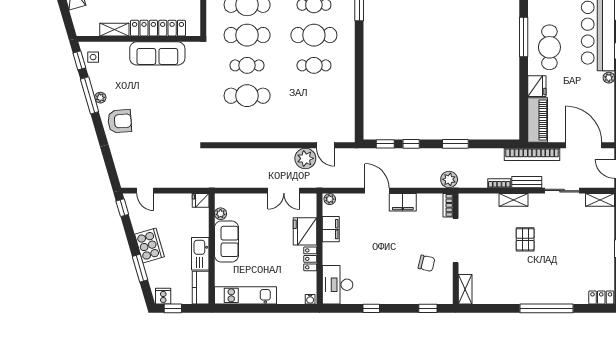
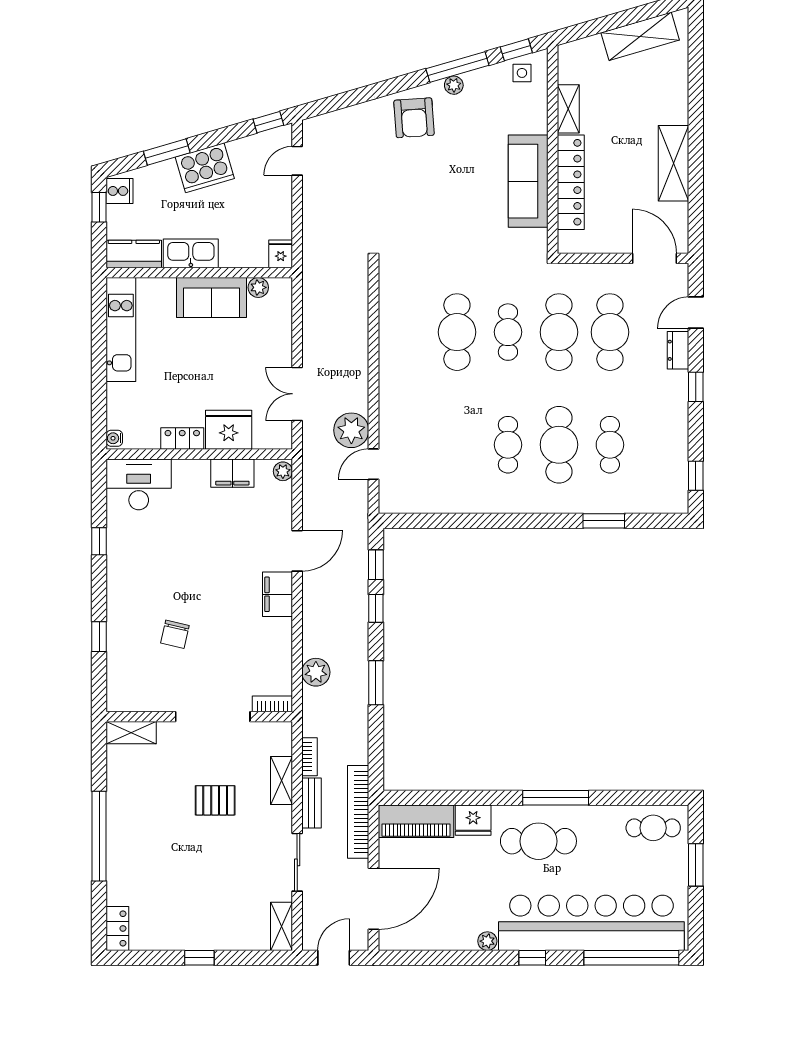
bookcase: (448, 205) -> (272, 704), moved
doorway: (456, 241) -> (213, 717), moved
wall: (456, 249) -> (199, 717), moved
shelving: (465, 289) -> (131, 733), moved

